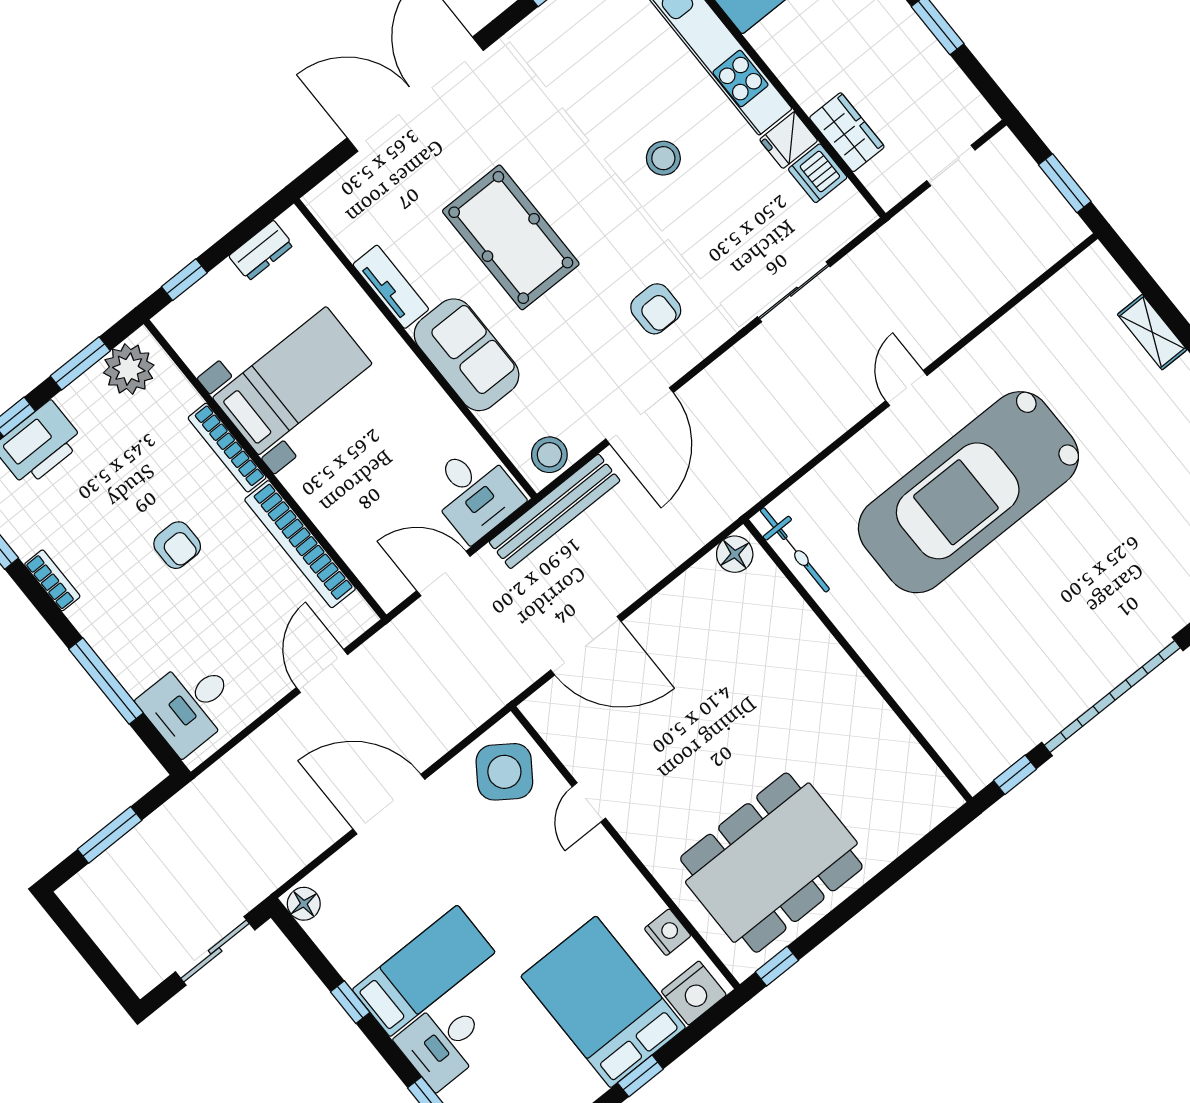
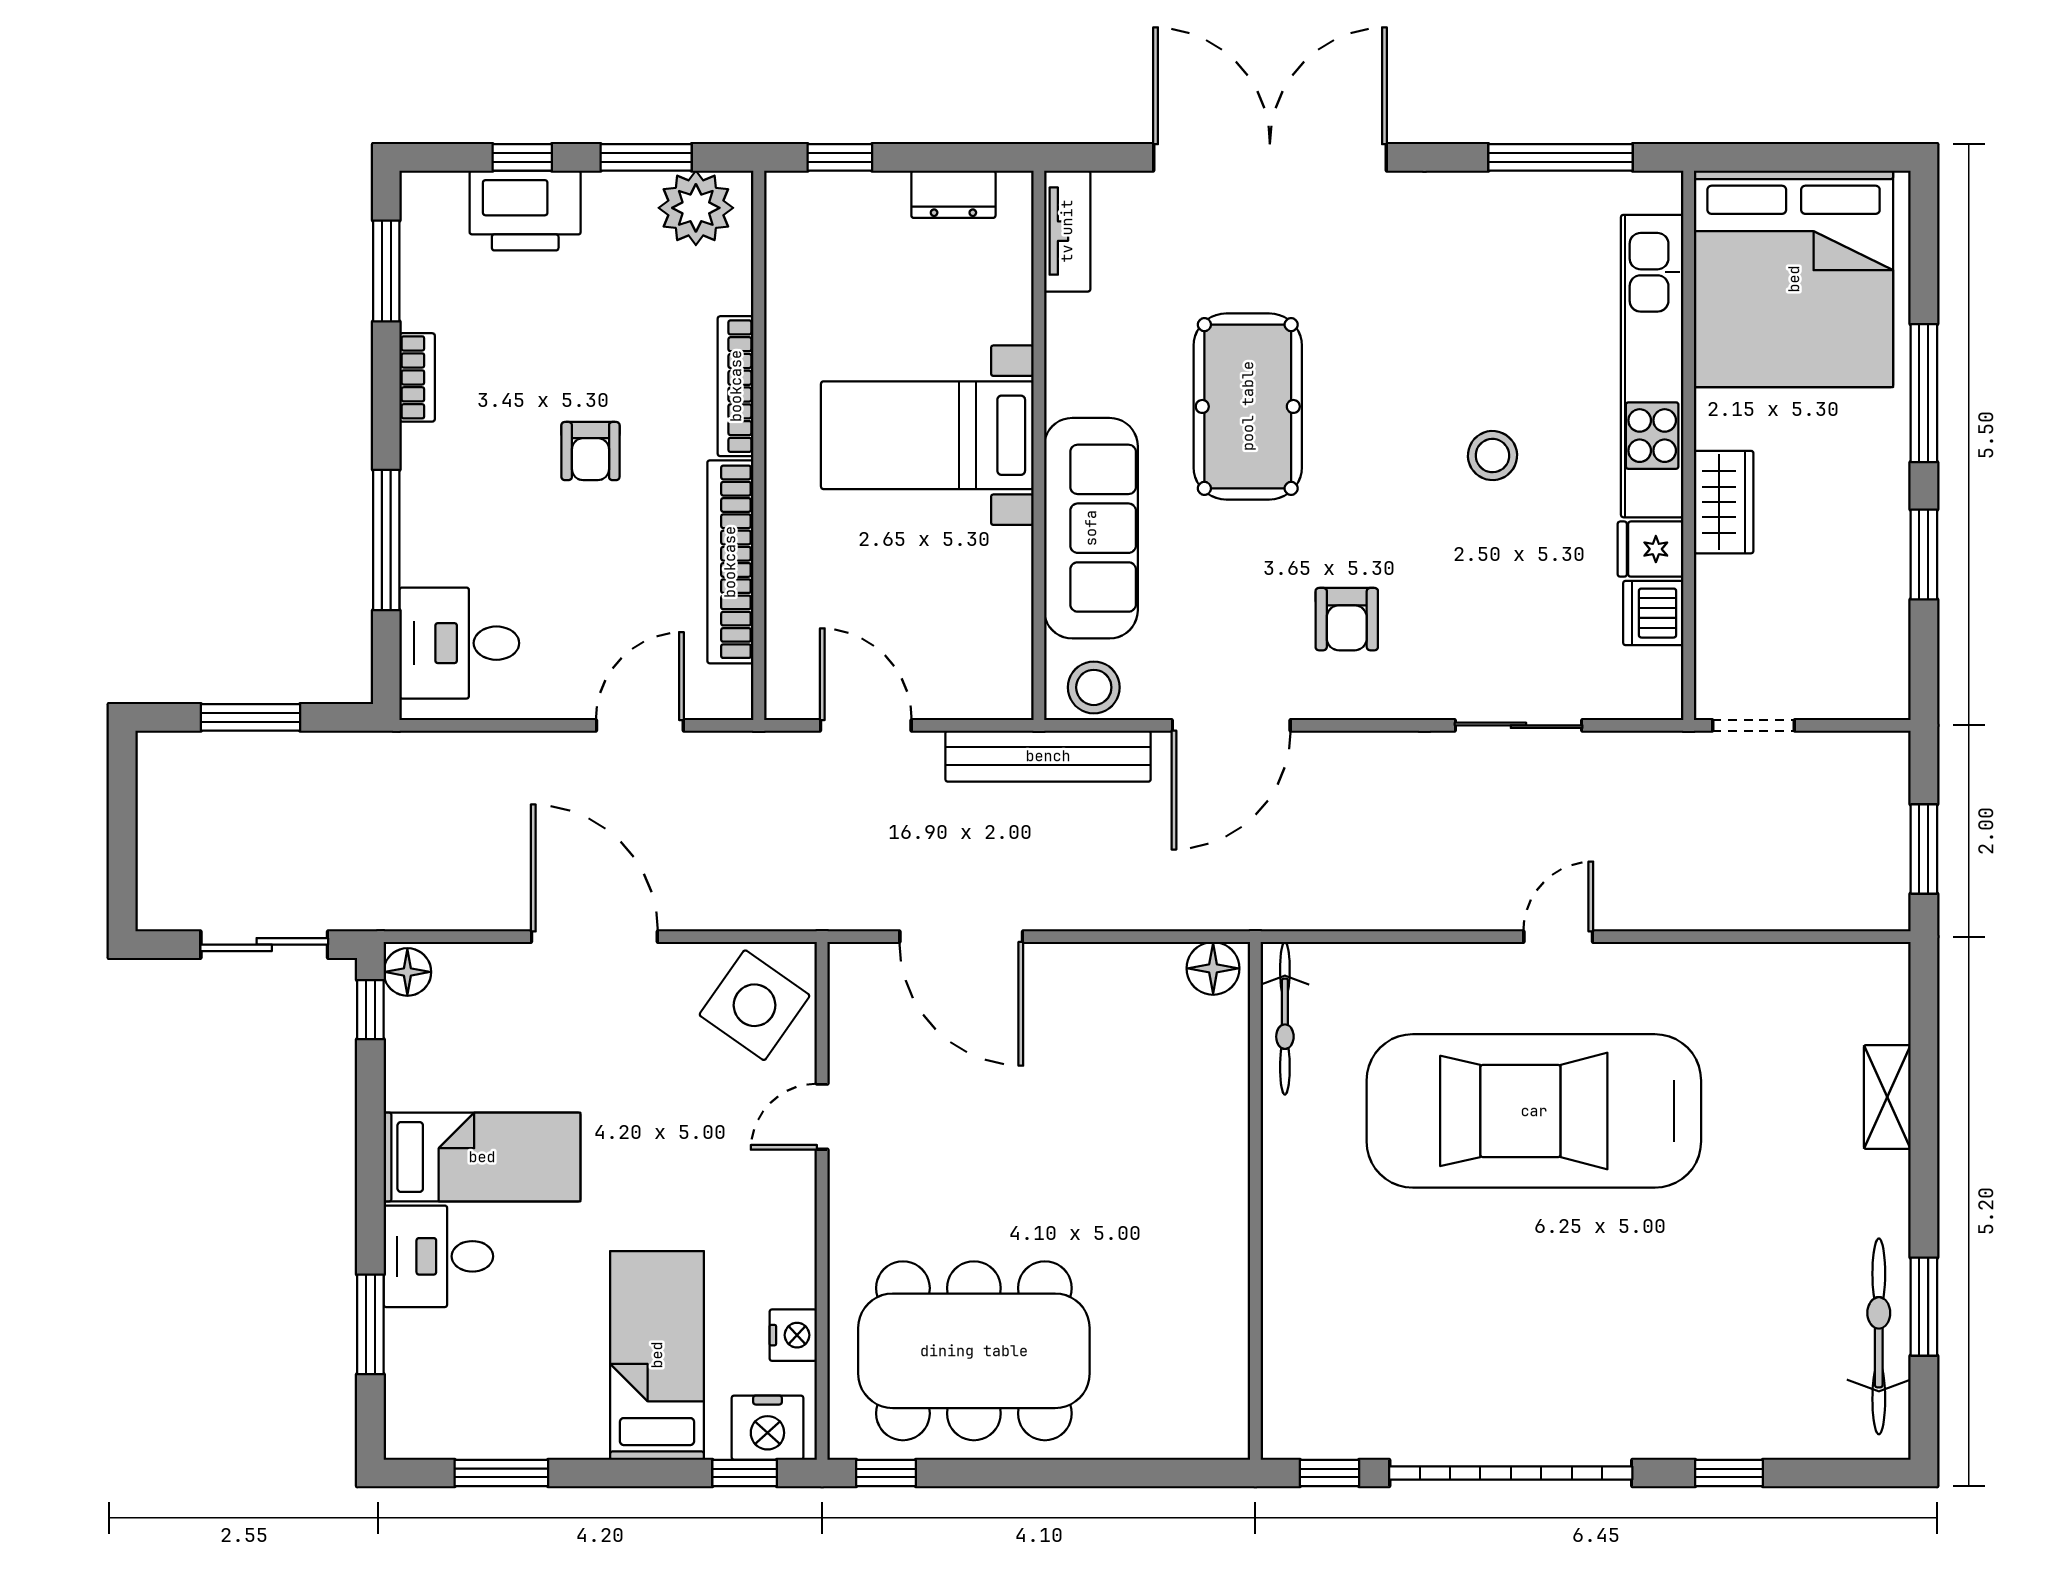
wardrobe: (847, 132) -> (1724, 502), moved
doorway: (951, 165) -> (1753, 725), moved
tv unit: (391, 287) -> (1067, 231), moved
sofa: (467, 355) -> (1091, 528), width x1.36
bed with nightstands: (292, 381) -> (927, 435), moved, turned 180
desk: (474, 493) -> (974, 662), removed
window: (350, 1002) -> (370, 1010), moved
bed: (603, 1002) -> (657, 1355), width x0.67
window: (640, 1076) -> (745, 1473), moved

